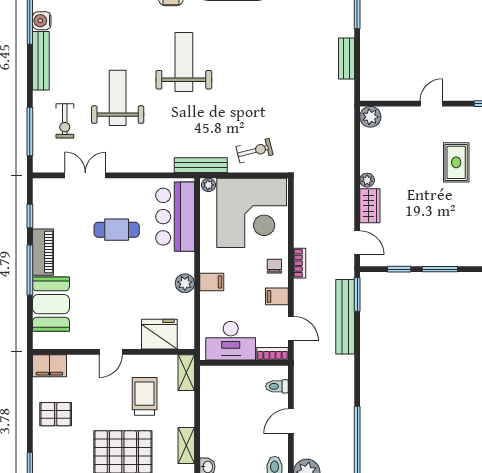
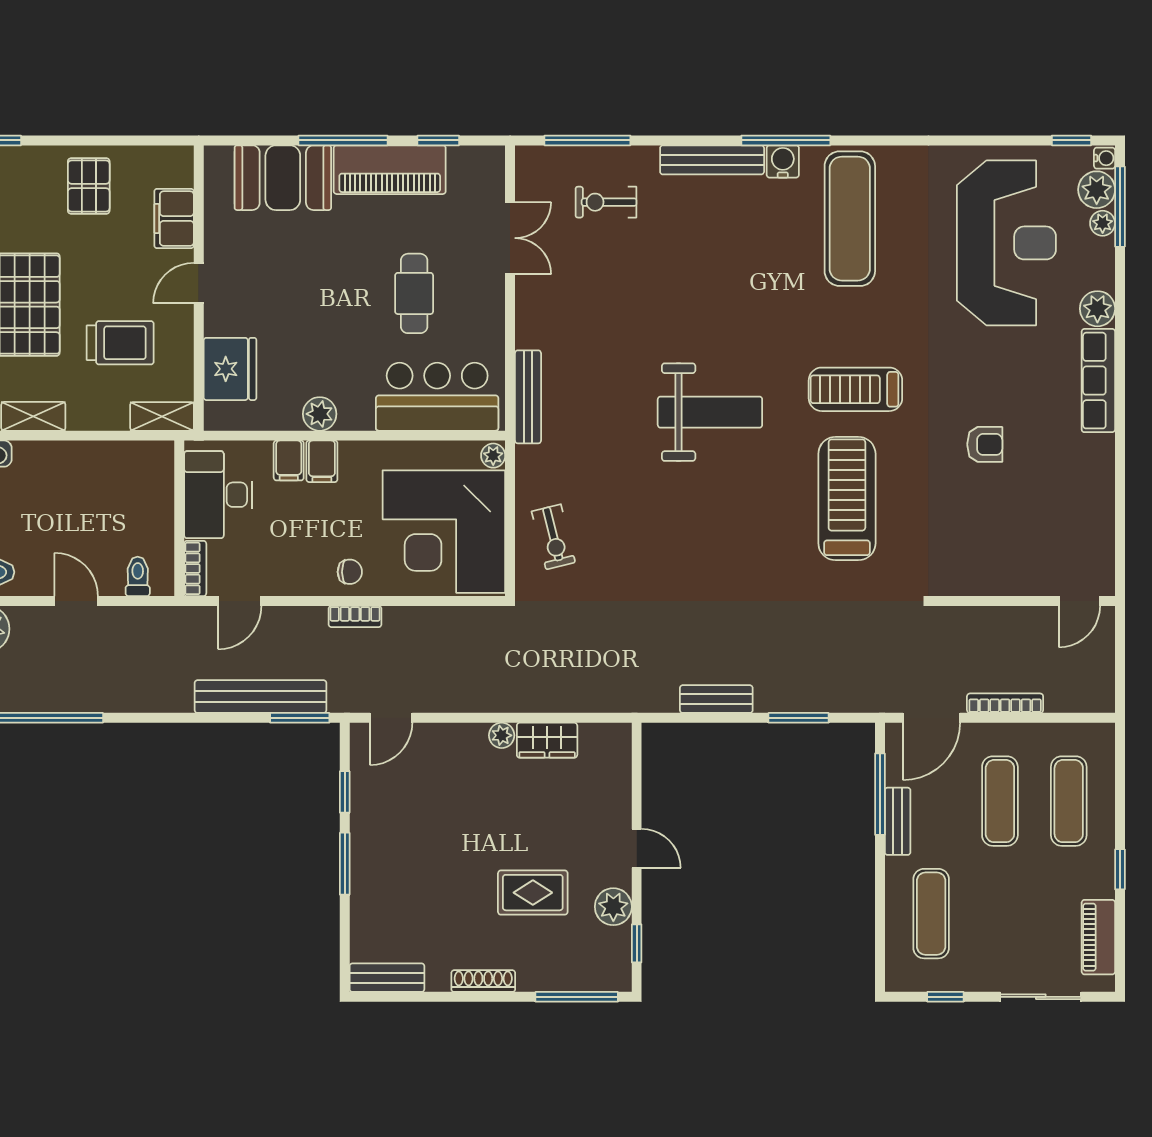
weight bench: (118, 98) -> (647, 295), removed
plant: (370, 117) -> (613, 907), moved
bench: (201, 165) -> (528, 397), moved
wardrobe: (370, 206) -> (547, 740), moved
piano: (43, 252) -> (390, 170), width x1.37, depth x1.33
filing cabinet: (277, 296) -> (289, 460), moved, turned 180
door: (111, 352) -> (199, 283), hinge flipped
filing cabinet: (49, 366) -> (174, 219), moved

